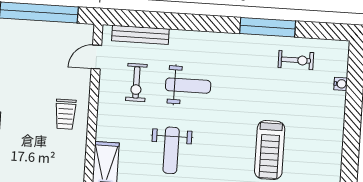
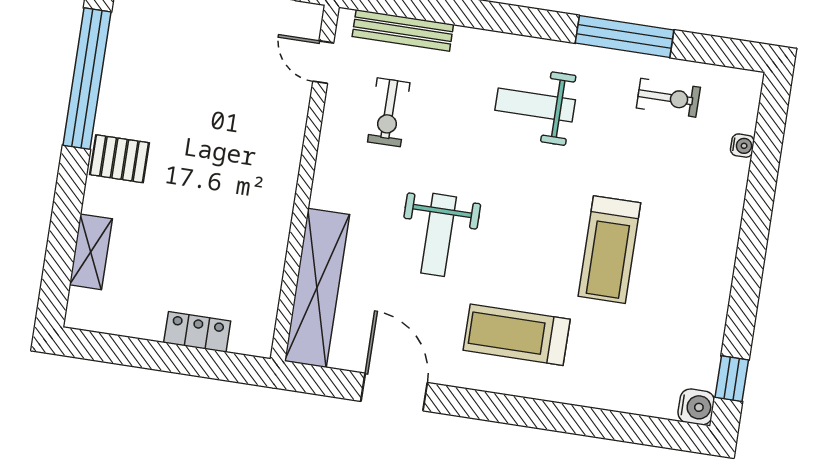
door: (96, 57) -> (323, 62), hinge flipped
weight bench: (188, 86) -> (535, 105), moved, turned 180
trolley: (65, 114) -> (261, 157), removed

